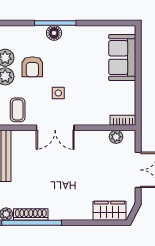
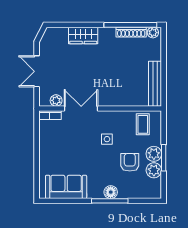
sofa: (122, 58) -> (66, 187), moved, turned -90
double door: (55, 128) -> (81, 109), moved
wardrobe: (110, 211) -> (83, 35), moved

